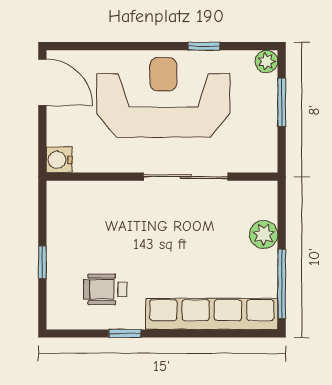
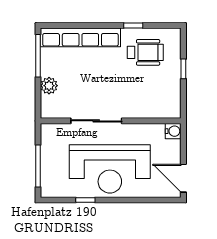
plant: (266, 61) -> (47, 191), removed
window: (282, 102) -> (38, 166), width x1.44
wheelchair: (105, 289) -> (145, 52), width x1.36, depth x1.37

